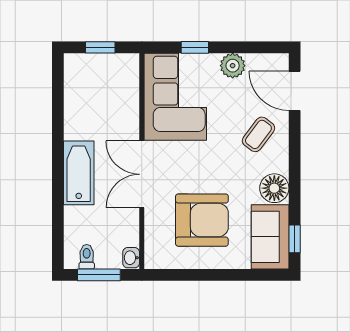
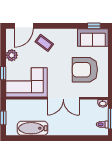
bathtub: (79, 173) -> (33, 128), moved
floor lamp: (274, 188) -> (70, 35), removed
armchair: (202, 220) -> (85, 70), turned -90

